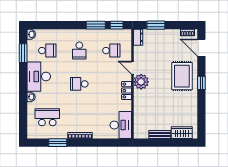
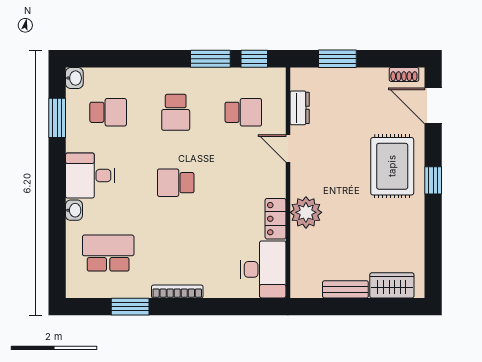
dresser: (138, 37) -> (300, 108), moved
desk: (39, 77) -> (90, 176), width x0.73
plant: (141, 82) -> (306, 212), moved
locker: (127, 91) -> (275, 219), moved

